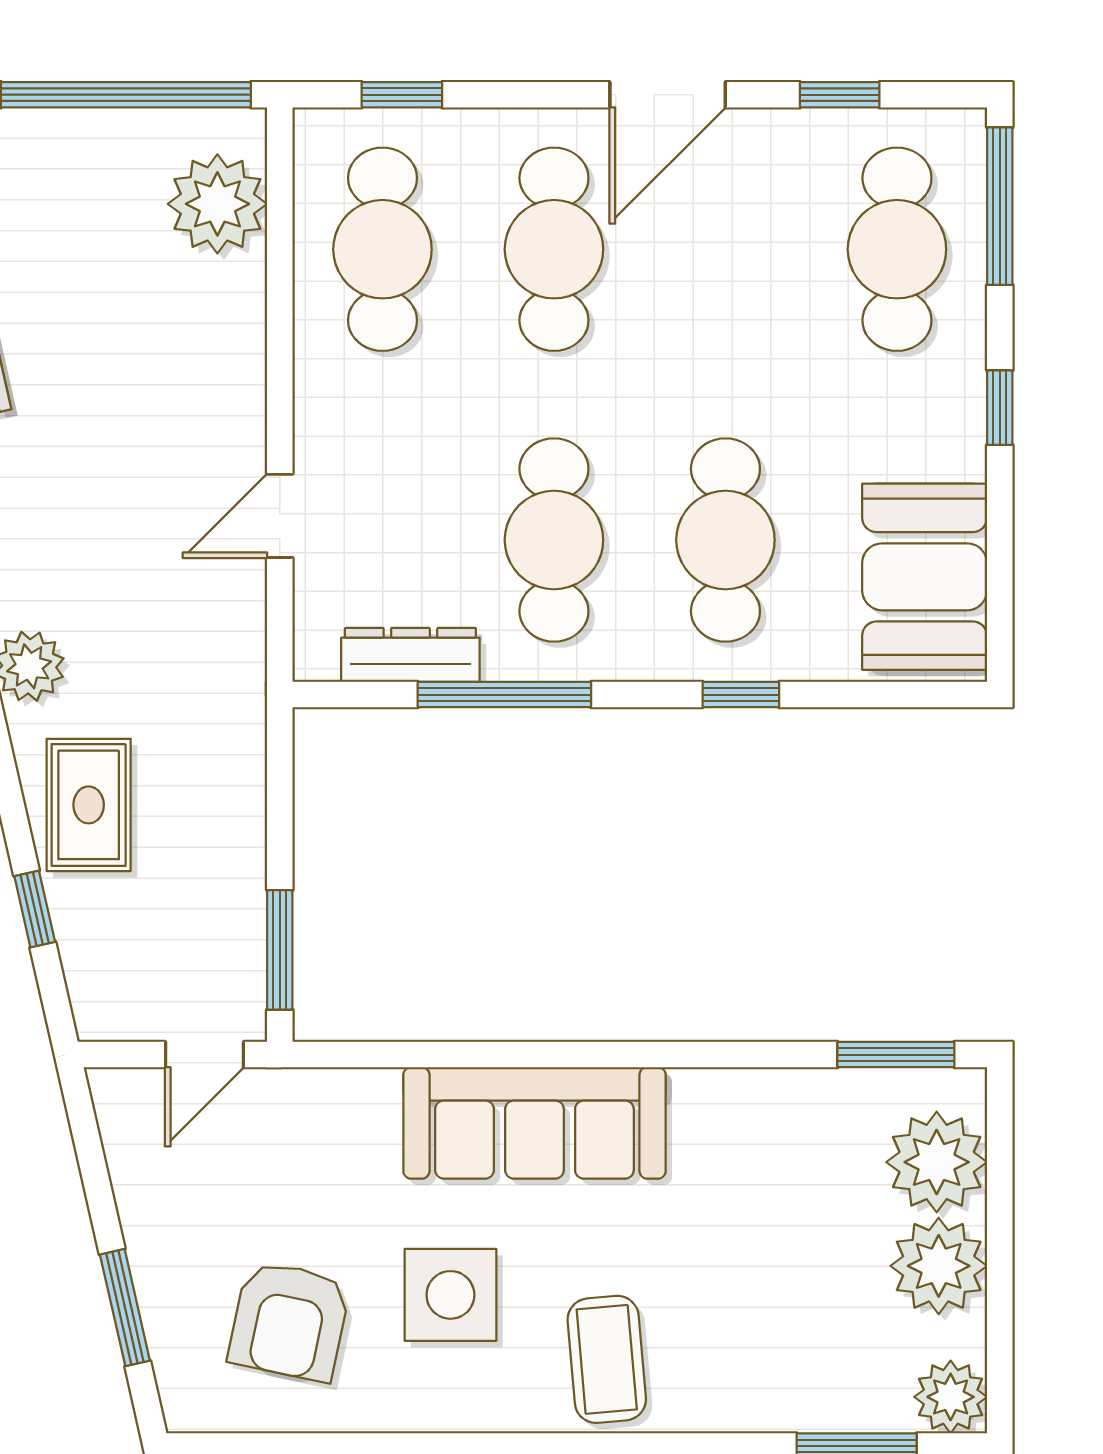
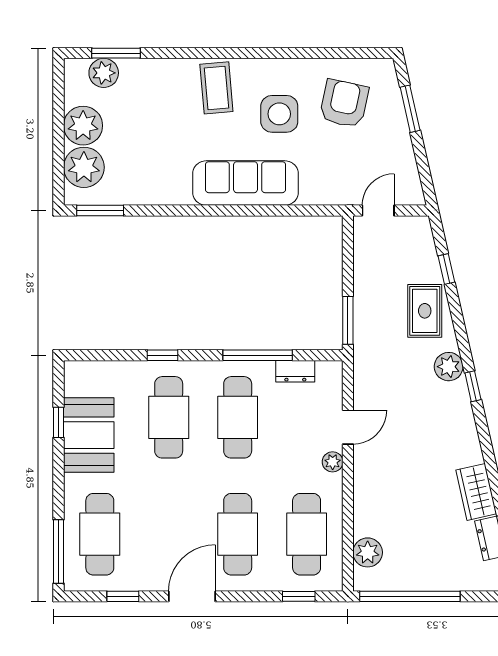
plant: (217, 204) -> (368, 552), width x0.73, depth x0.73
window: (1000, 408) -> (59, 422), moved
plant: (318, 429) -> (333, 462), added
booth: (925, 577) -> (89, 435), moved
dresser: (410, 655) -> (295, 371), width x0.70
window: (280, 950) -> (348, 320), moved
plant: (951, 1397) -> (104, 73), moved

